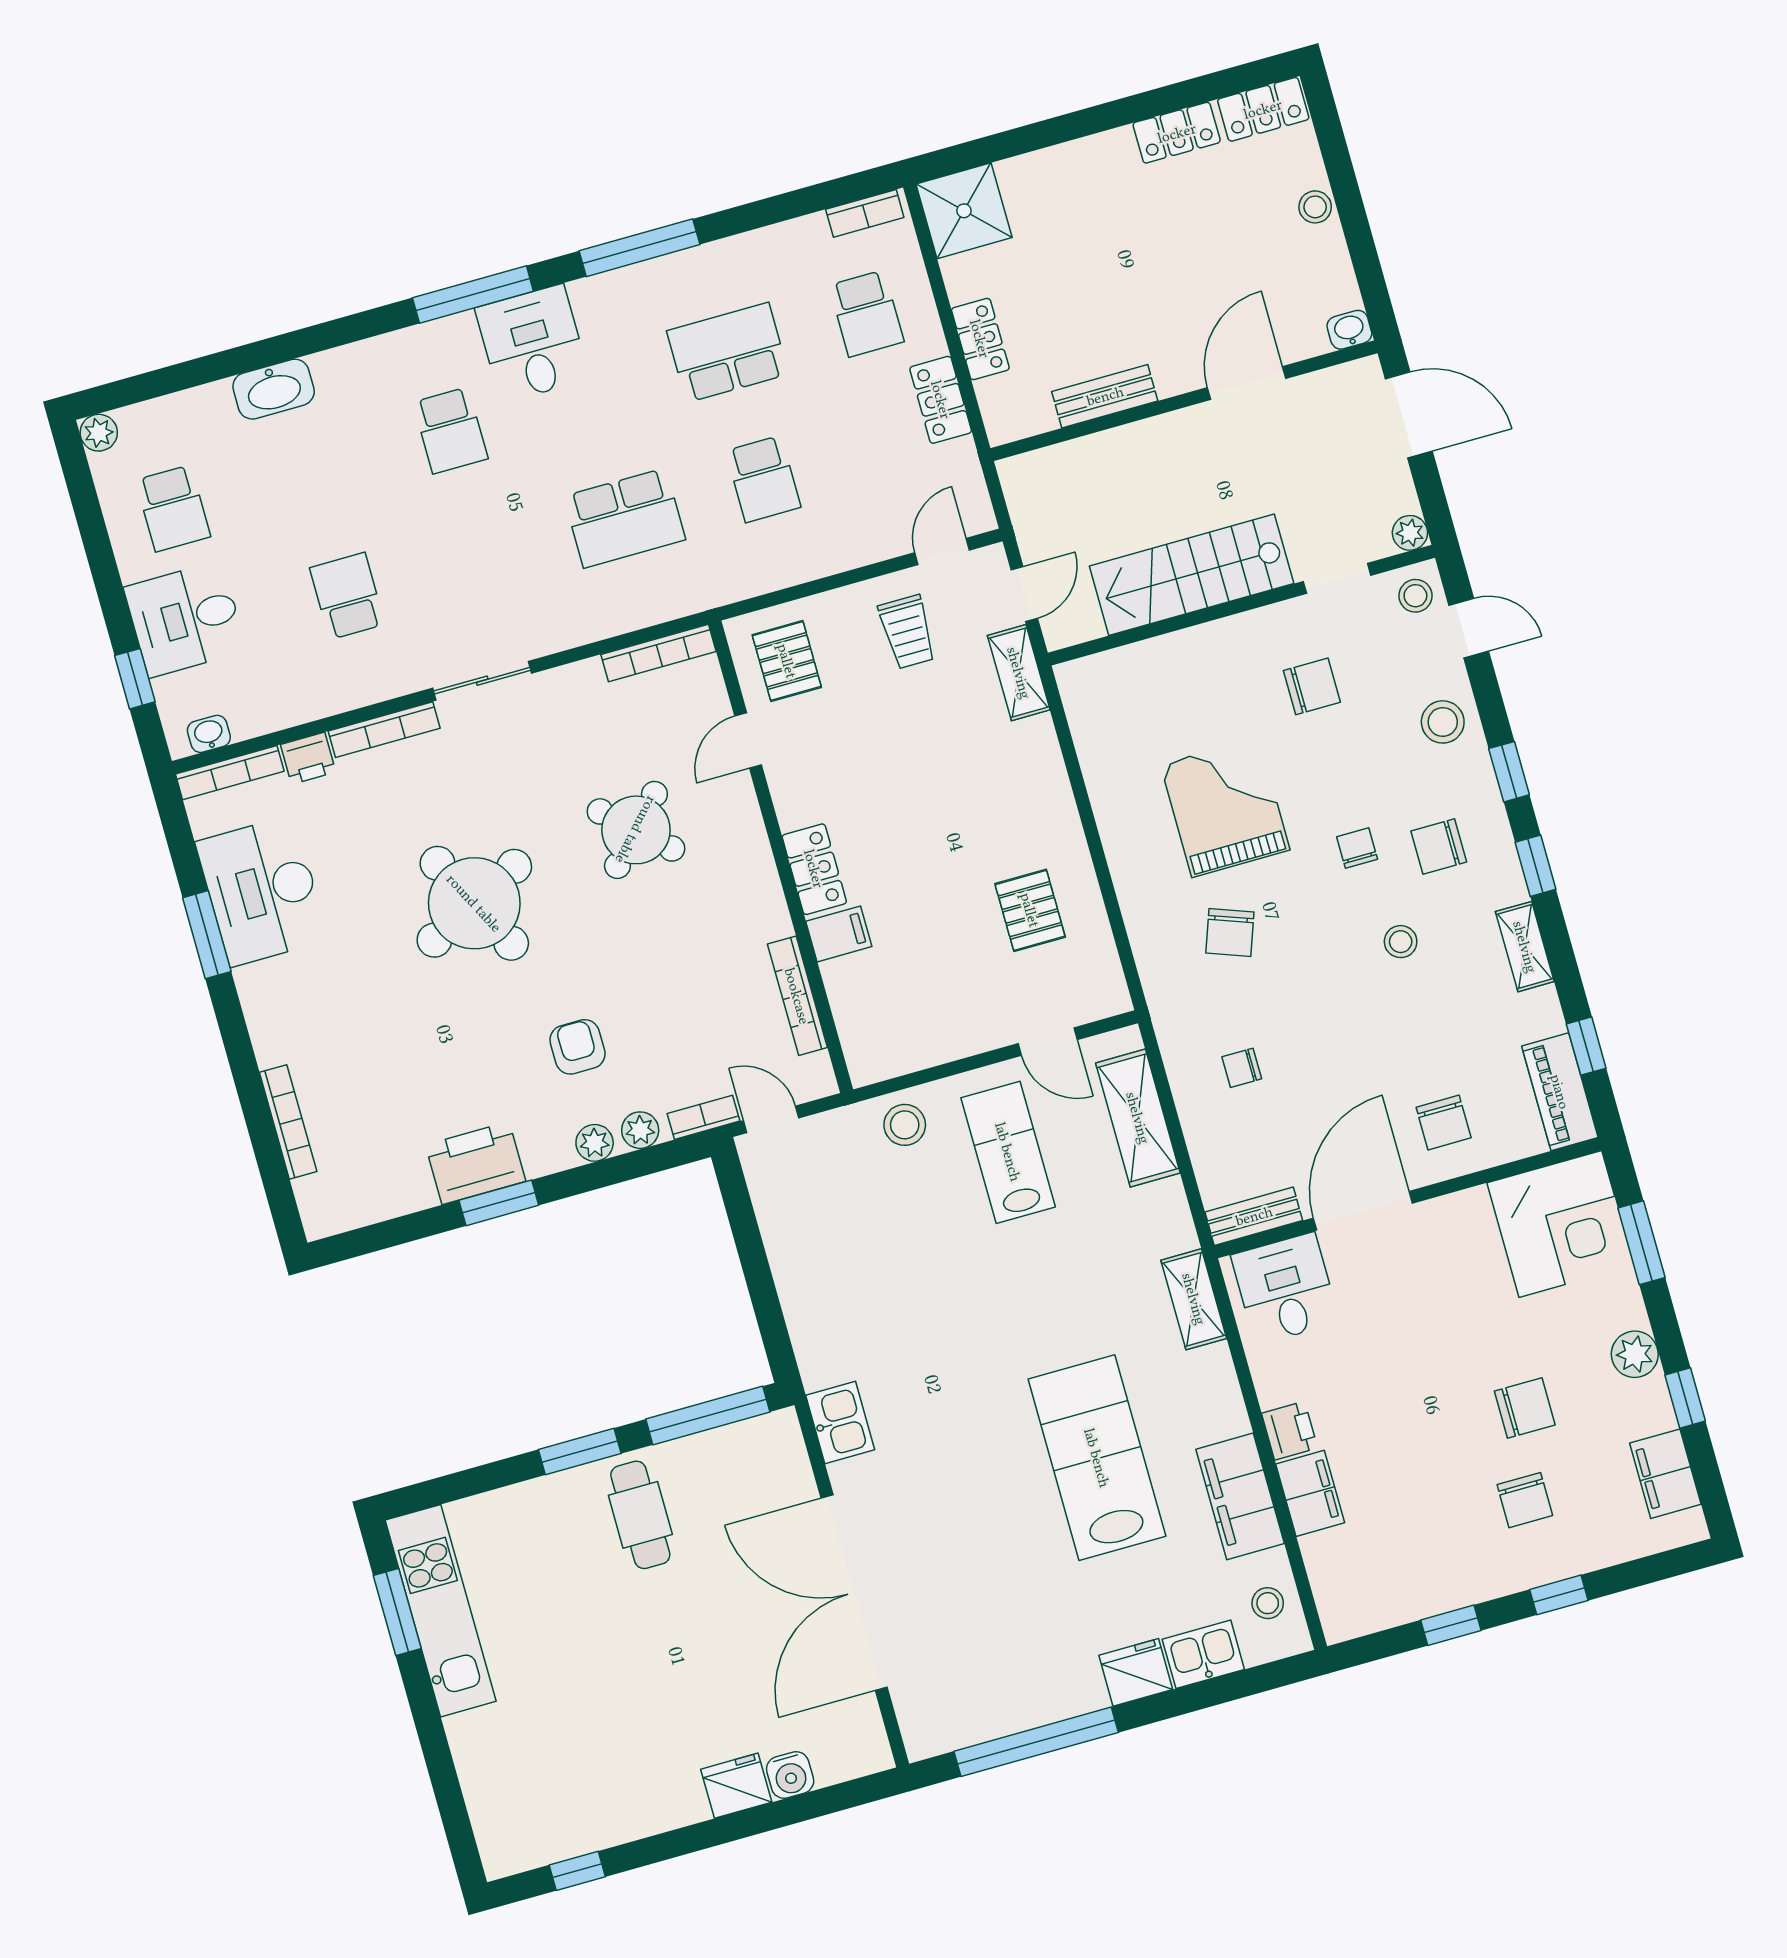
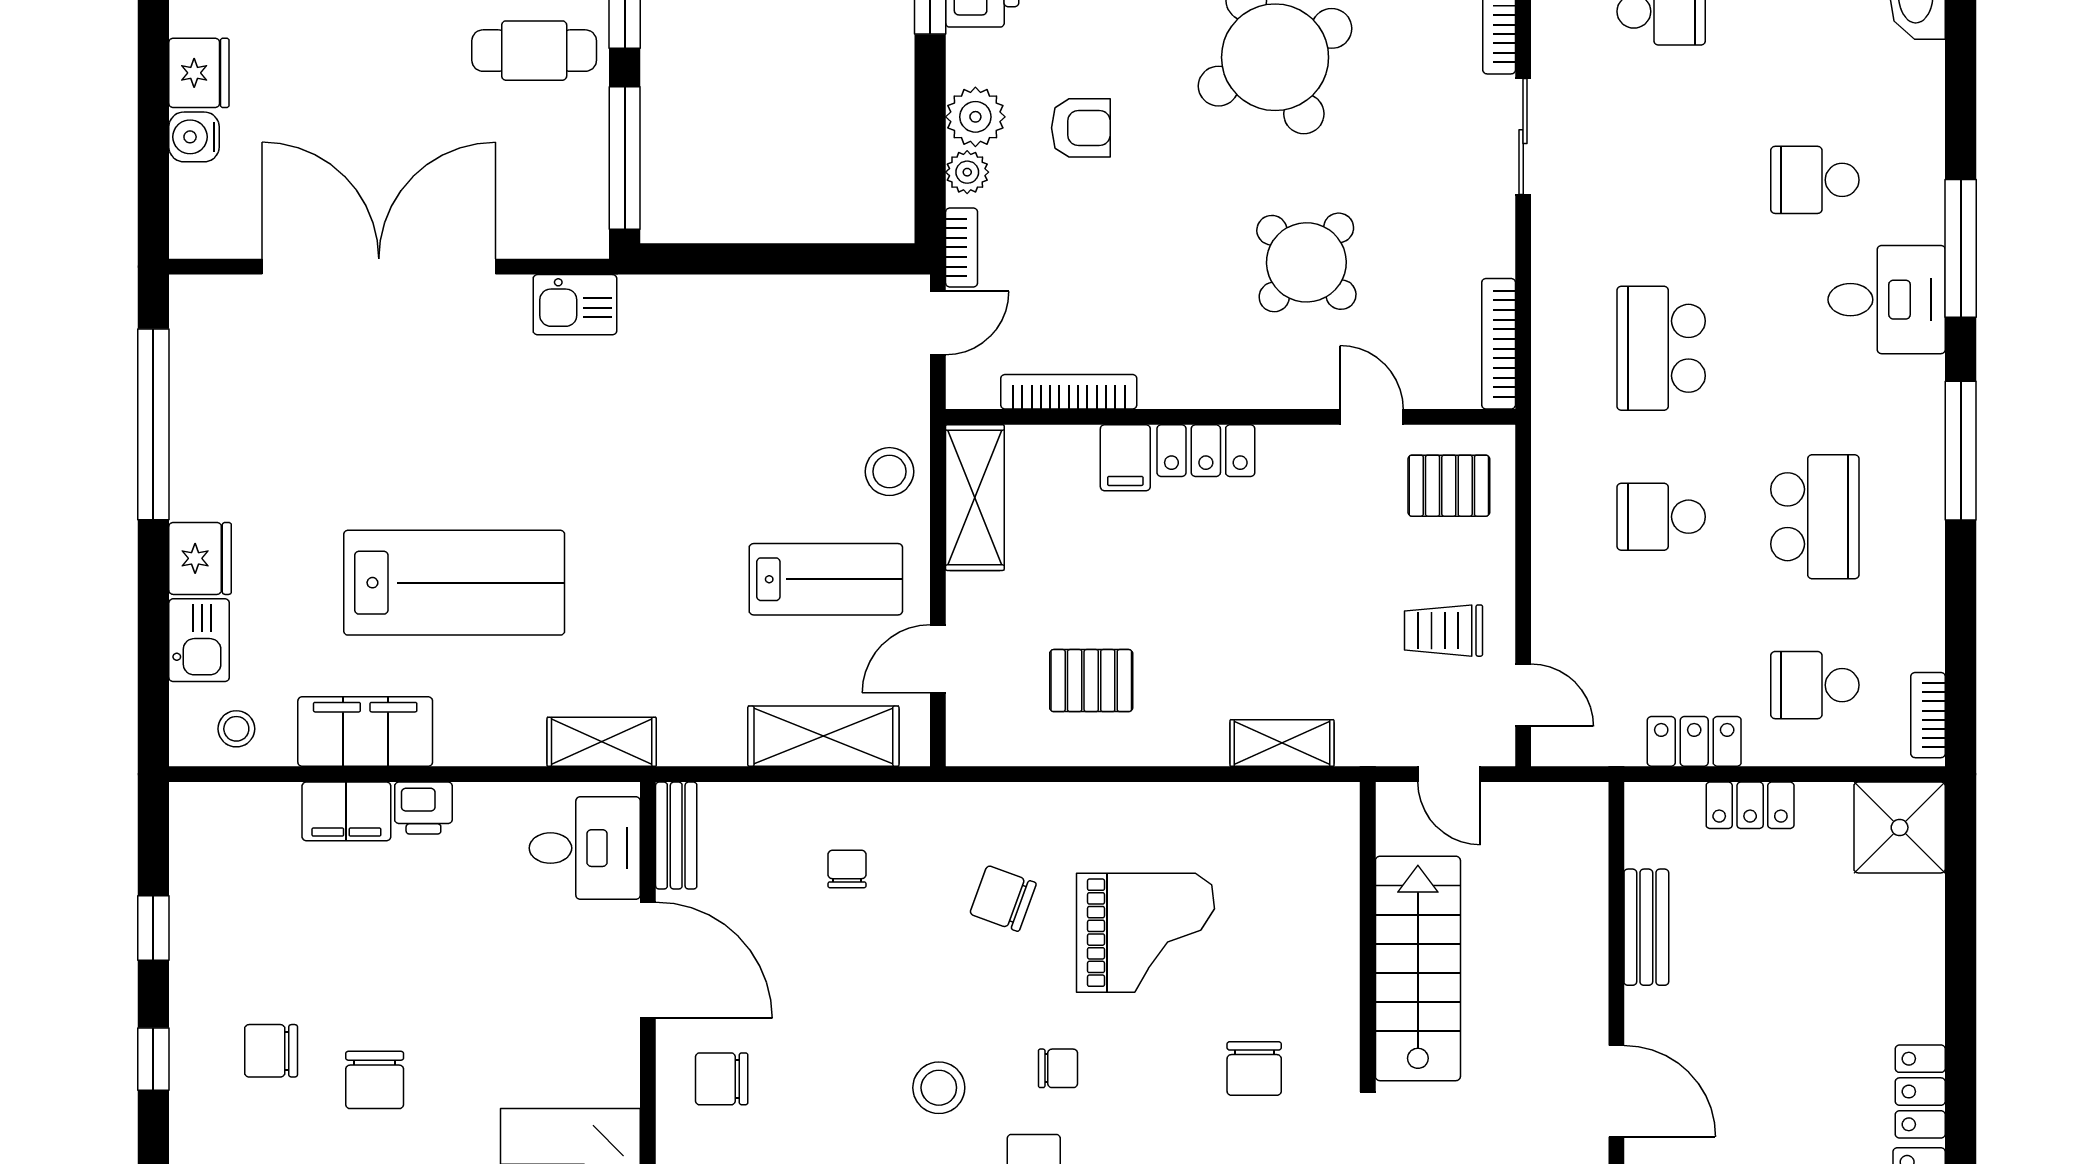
shelving: (1019, 673) -> (1282, 743), moved
stool: (1401, 942) -> (939, 1088), width x1.37, depth x1.37
shelving: (906, 1049) -> (975, 498), added
plant: (595, 1143) -> (975, 117), width x1.38, depth x1.38

